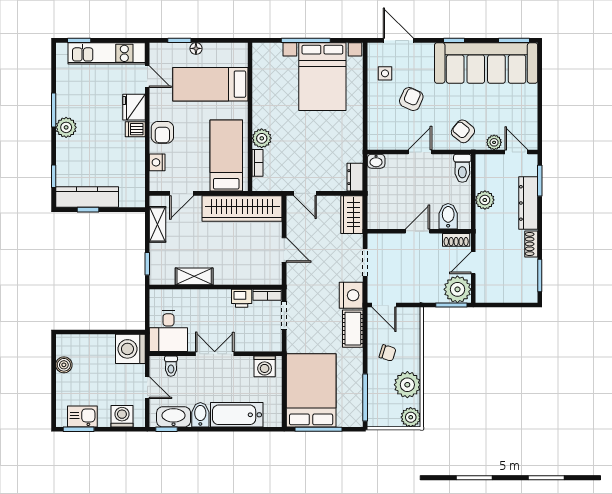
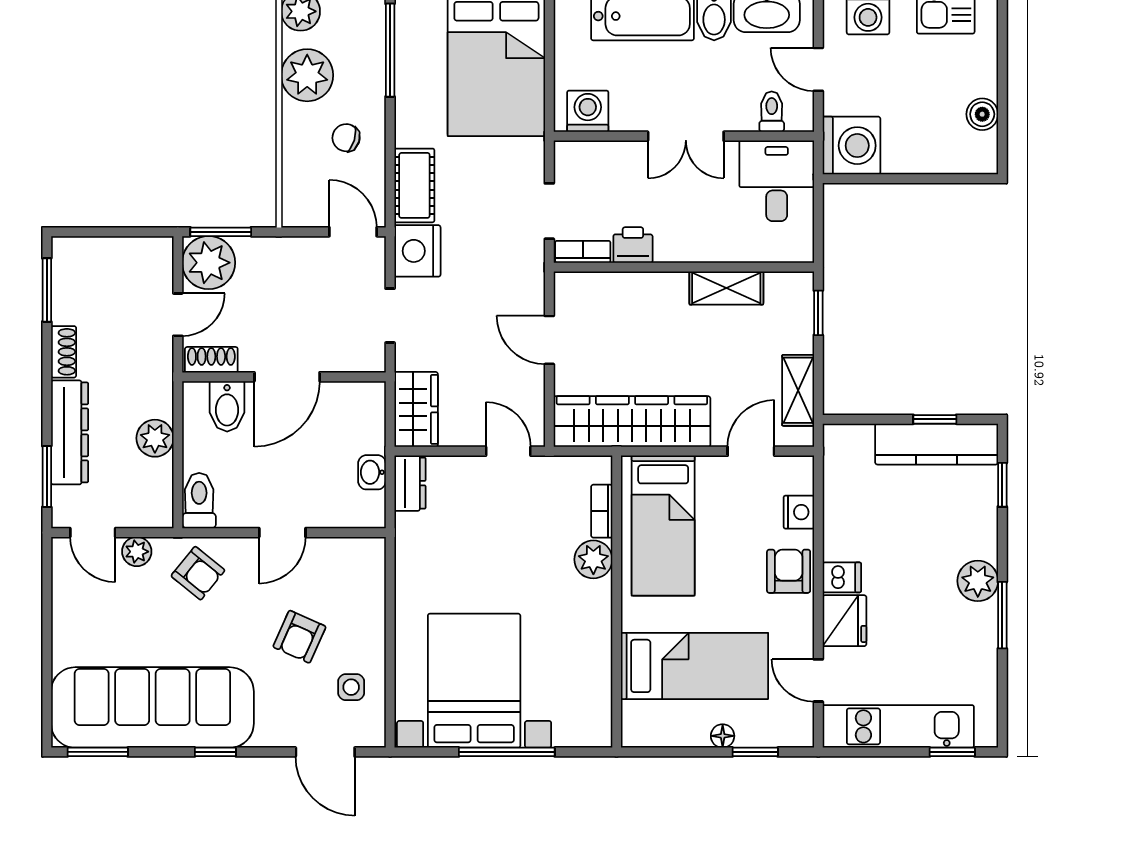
washbasin: (376, 161) -> (372, 472), moved, turned -90
door: (418, 231) -> (287, 377), width x1.37

